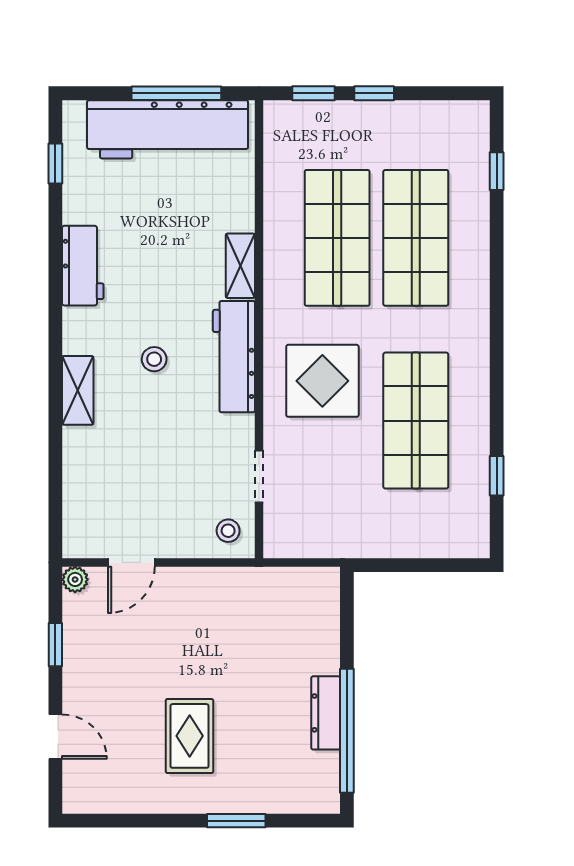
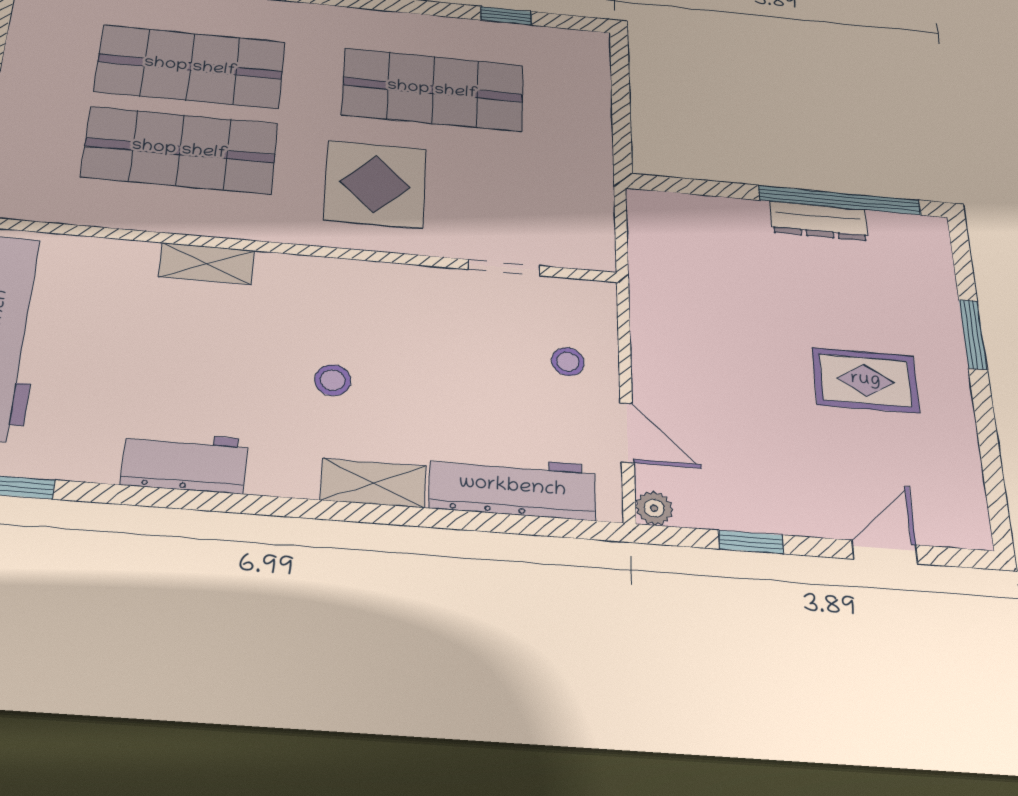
workbench: (234, 357) -> (513, 487), moved, turned 180
stool: (228, 531) -> (568, 362), moved

